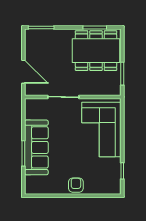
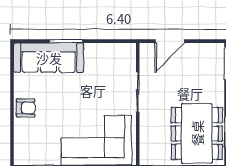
sofa: (36, 147) -> (49, 58), moved

